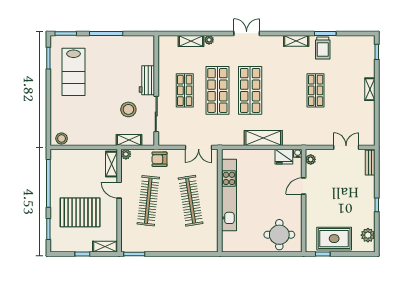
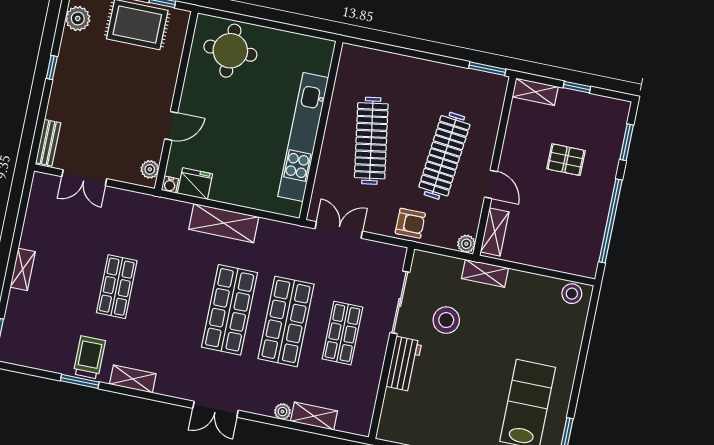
shelving: (129, 140) -> (485, 273), moved
pallet: (80, 212) -> (566, 160), width x0.49, depth x0.50

